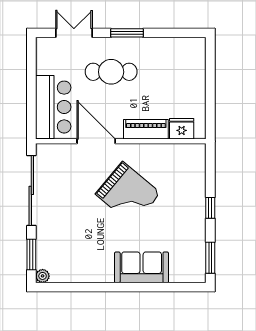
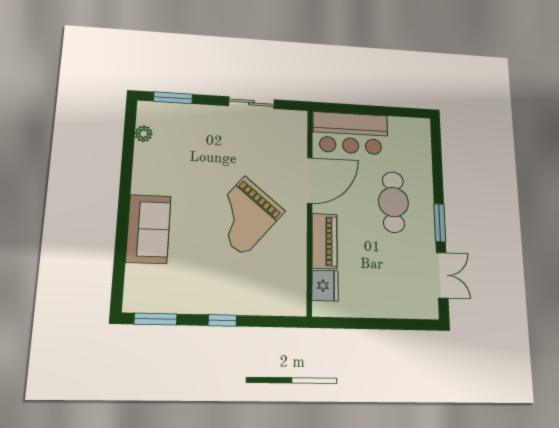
double door: (74, 33) -> (442, 275), moved
sliding door: (31, 190) -> (251, 103), width x0.54
plant: (43, 276) -> (144, 134), moved

